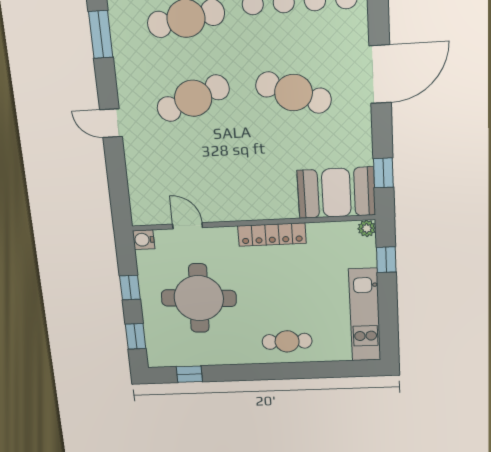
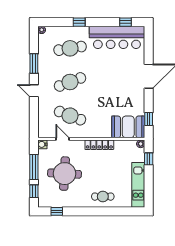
window: (101, 34) -> (34, 63), moved
cafe table: (294, 93) -> (70, 116), moved
window: (130, 287) -> (34, 167), width x2.17

